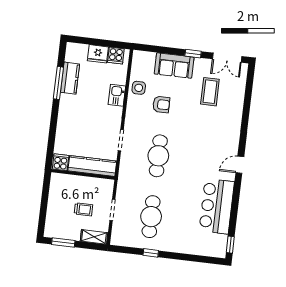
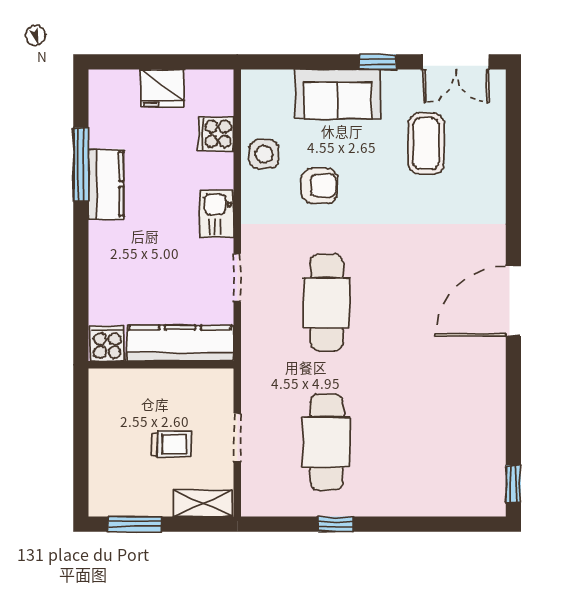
cooker: (116, 56) -> (216, 134), moved, turned 90
kitchen counter: (70, 78) -> (106, 184), moved
kitchen sink: (117, 95) -> (217, 214), moved
door: (240, 165) -> (513, 301), width x1.87
bar counter: (217, 206) -> (472, 401), removed

